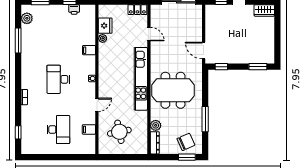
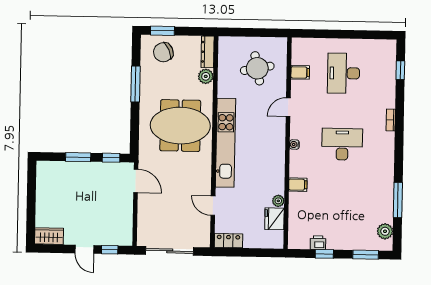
window: (258, 67) -> (78, 157), moved
desk: (58, 79) -> (342, 144), turned -90

